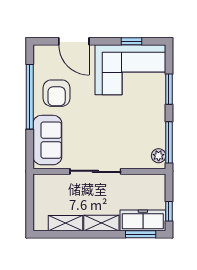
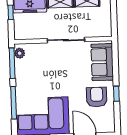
window: (169, 89) -> (14, 103), width x1.44
window: (30, 97) -> (116, 94), width x0.32

